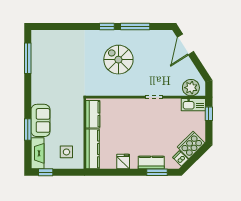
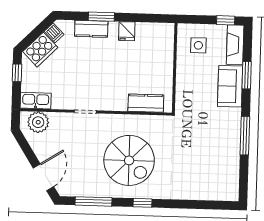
window: (135, 27) -> (93, 201), moved
window: (28, 58) -> (245, 136), moved
spiral stairs: (118, 60) -> (129, 160), width x1.37, depth x1.37
kitchen counter: (93, 114) -> (146, 103), moved, turned 90
window: (209, 114) -> (17, 73), moved
kitchen counter: (92, 149) -> (165, 48), removed
window: (157, 172) -> (101, 17), moved

